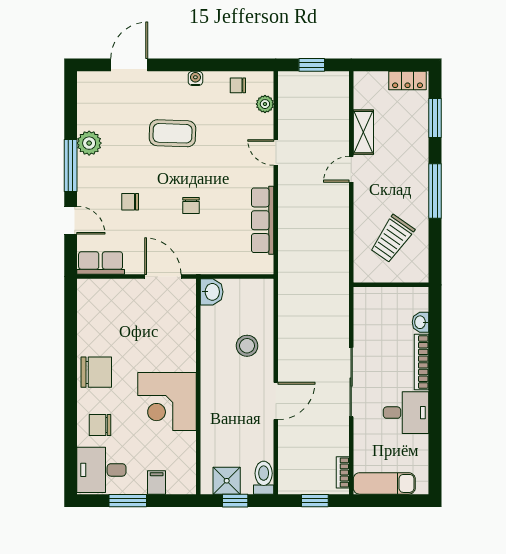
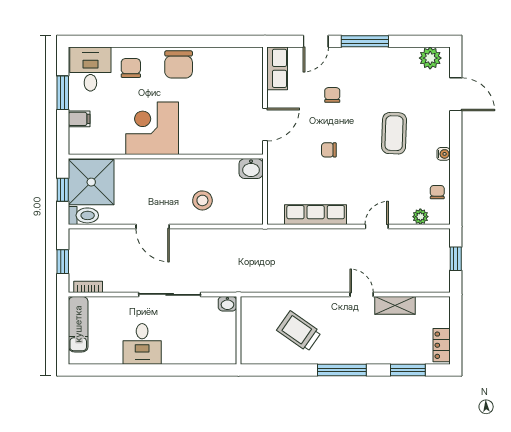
plant: (89, 143) -> (430, 58), moved
wall: (391, 285) -> (238, 330), moved
washbasin: (420, 322) -> (227, 304), moved, turned 180
bookcase: (422, 362) -> (188, 358), removed
shower: (227, 481) -> (91, 182), width x1.86, depth x1.86

